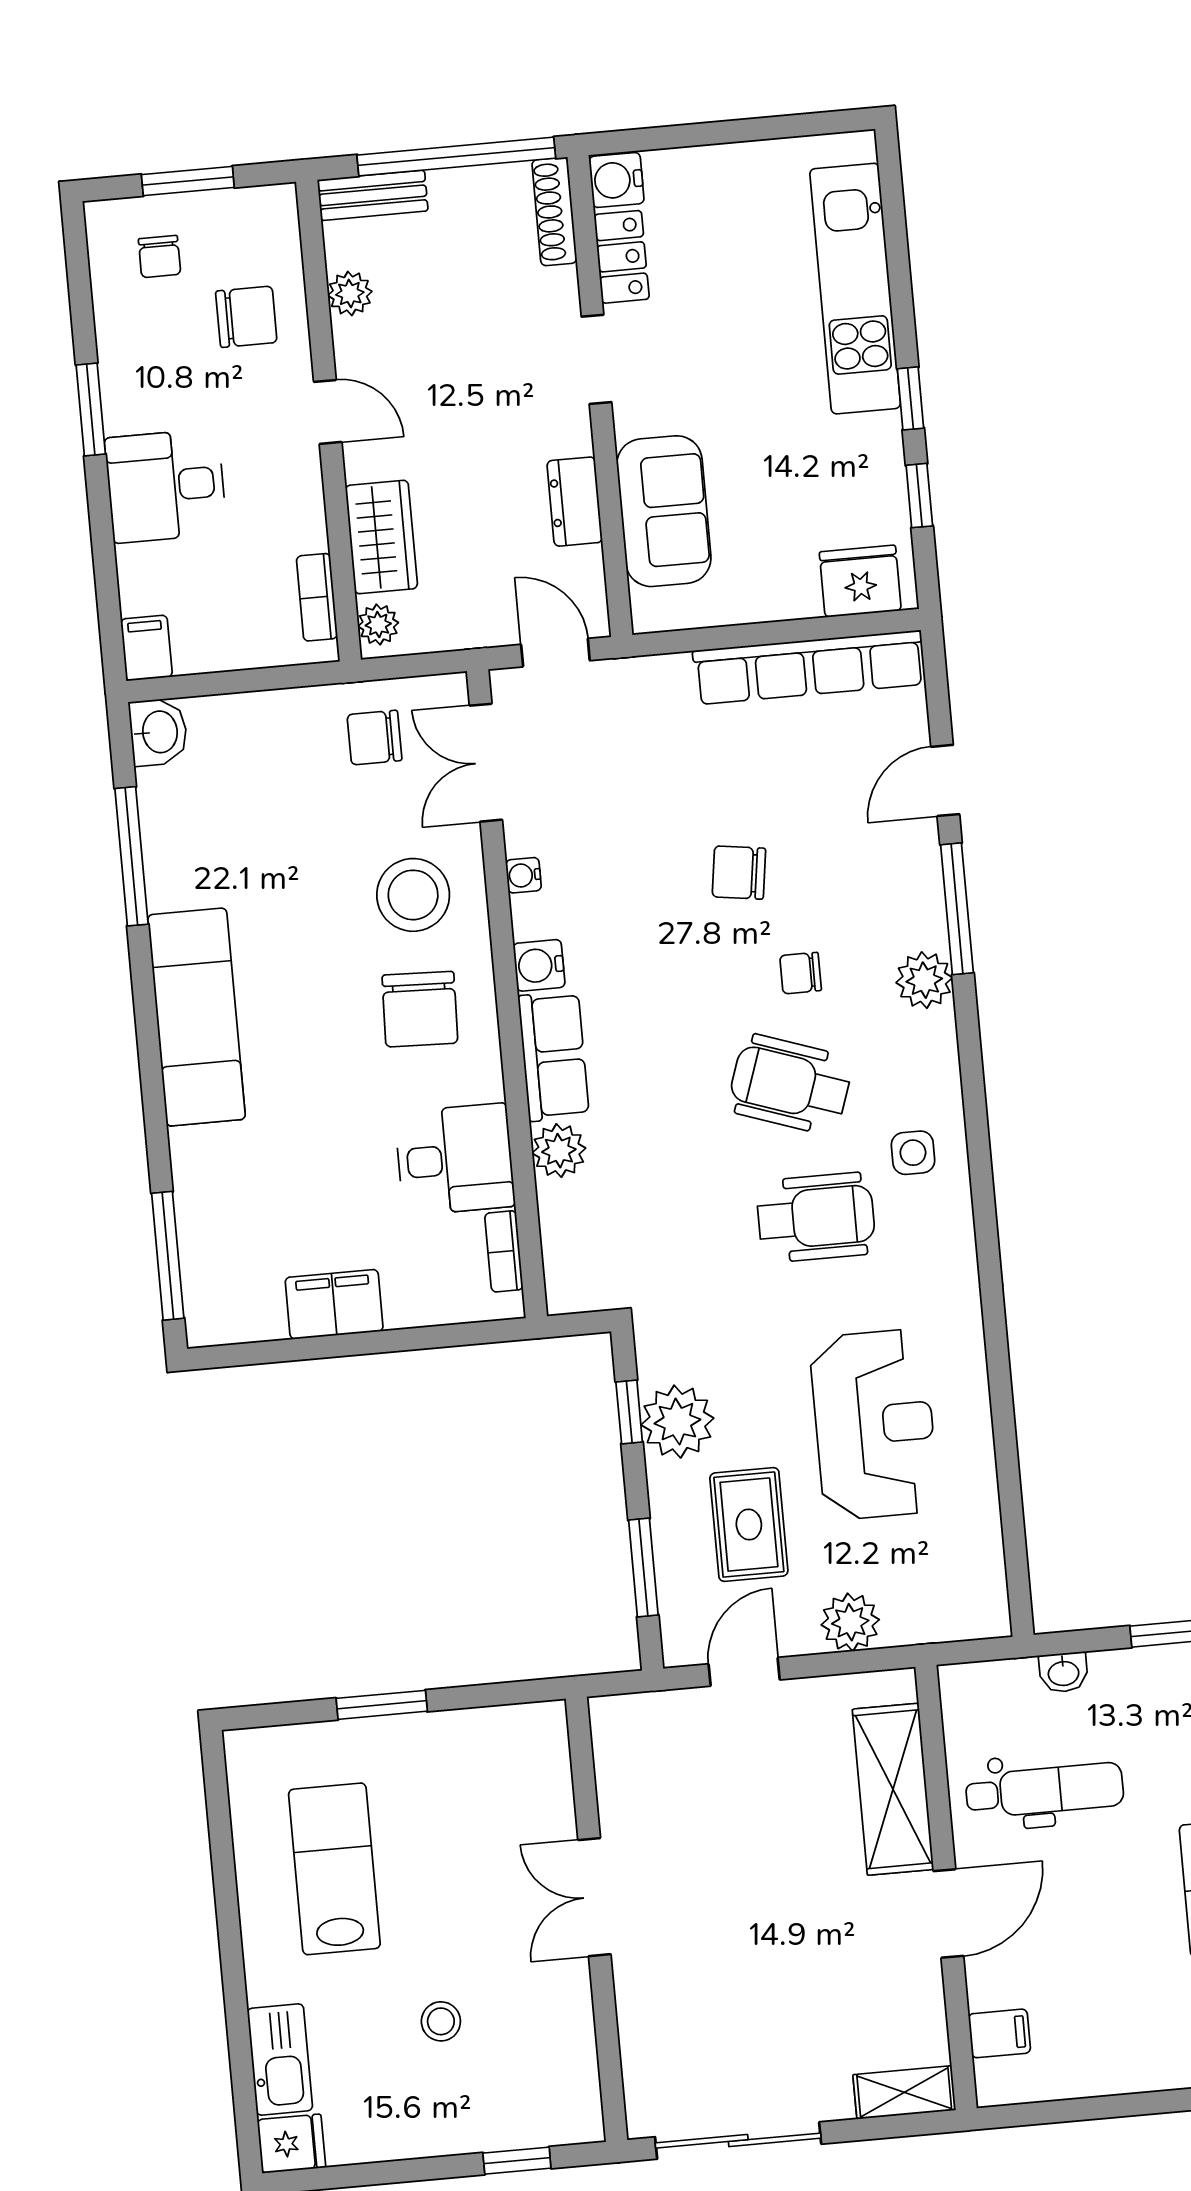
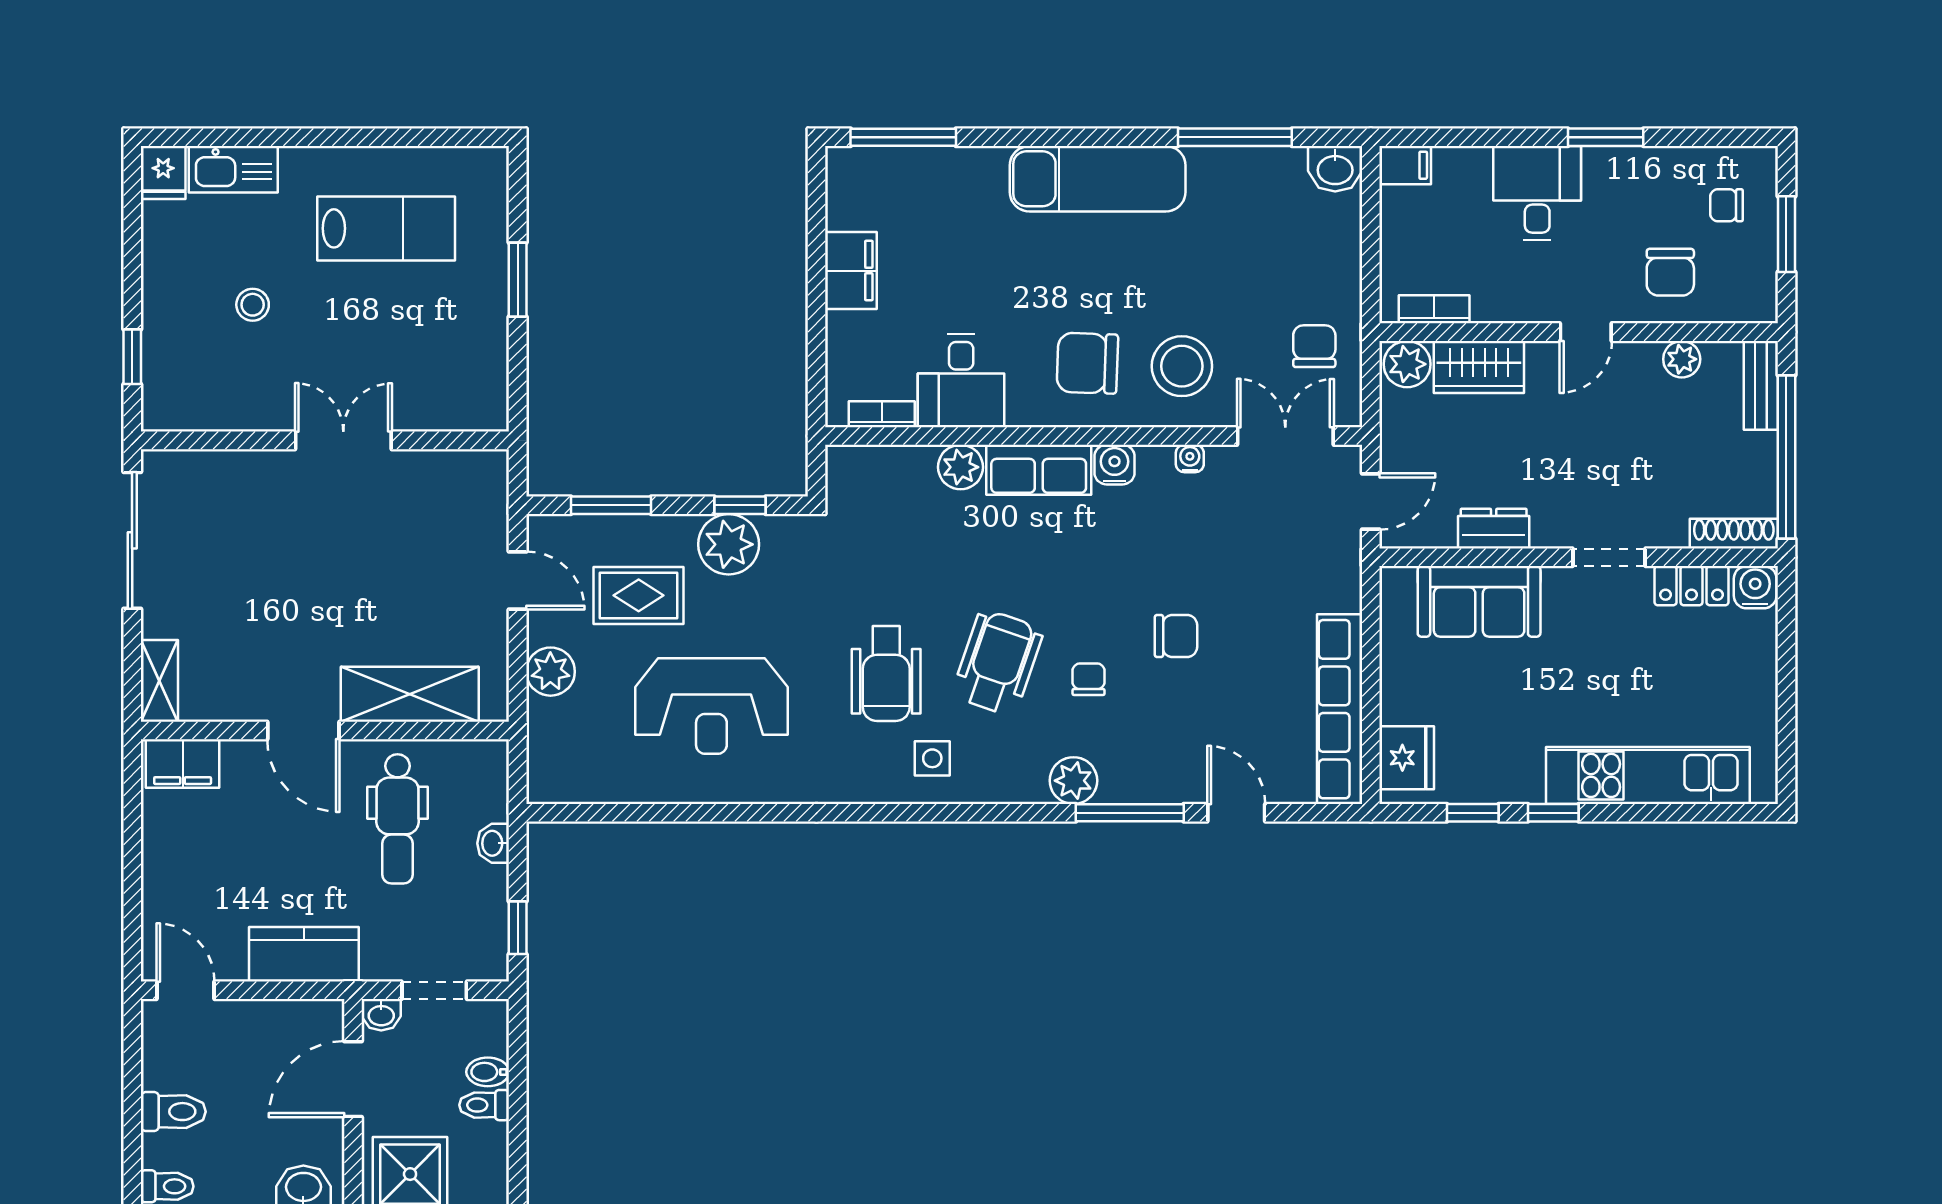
plant: (378, 625) -> (1407, 364), width x1.38, depth x1.38
chair: (739, 873) -> (1176, 636), turned 82
filing cabinet: (999, 2033) -> (183, 764), width x2.00

